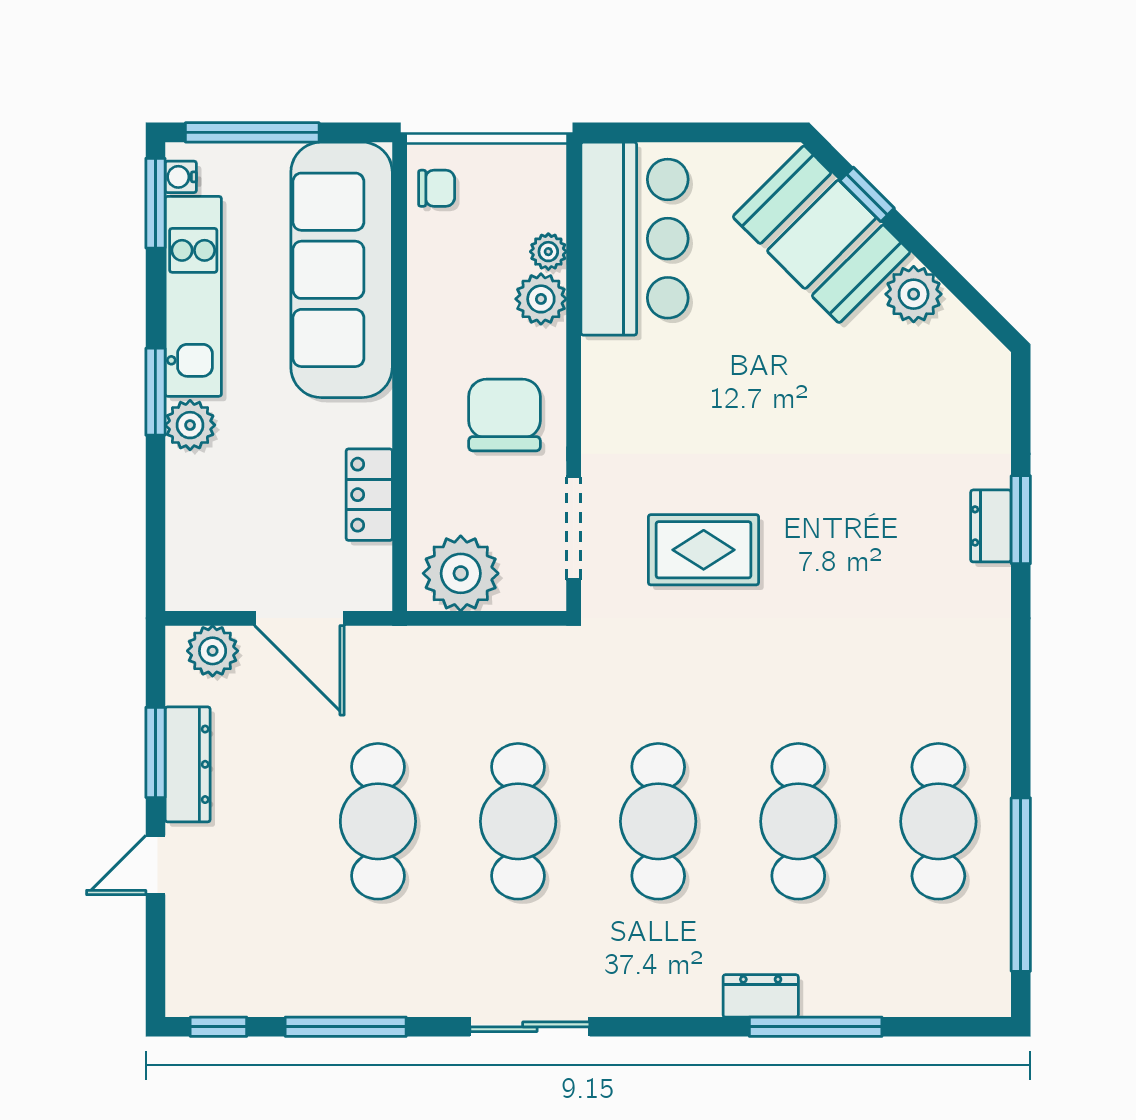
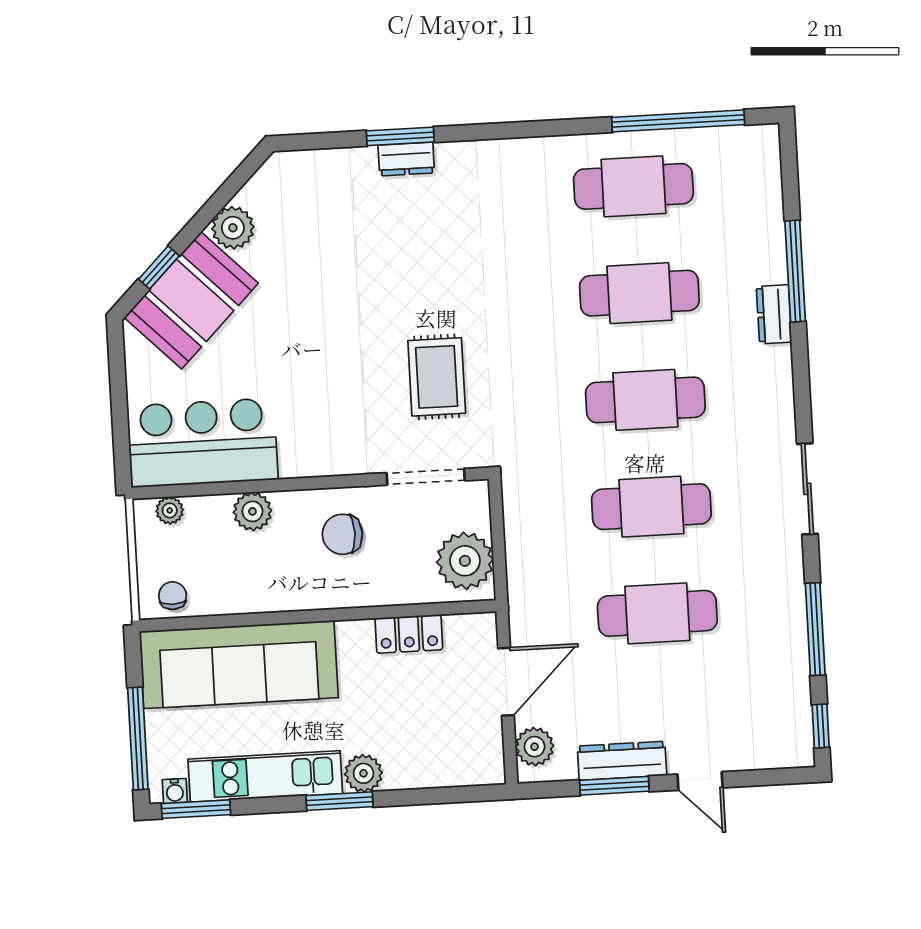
plant: (548, 252) -> (170, 510), moved
chair: (504, 415) -> (342, 534), width x0.73, depth x0.73

